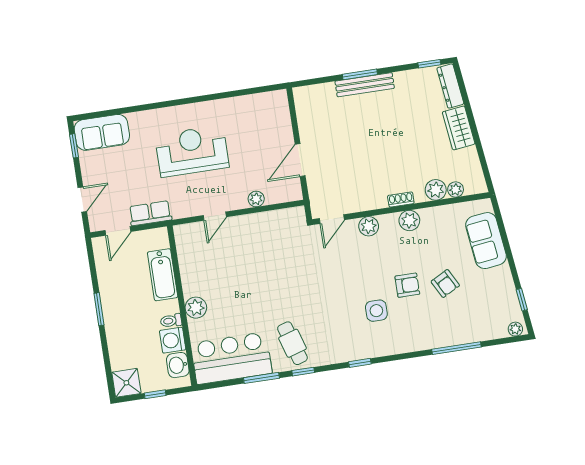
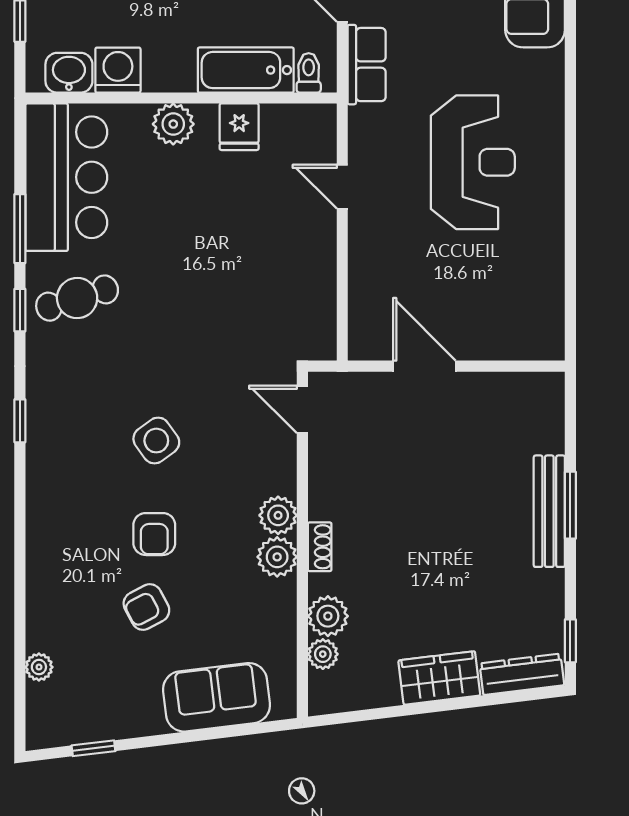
plant: (256, 199) -> (363, 271), removed
plant: (369, 226) -> (278, 515), moved
fridge: (192, 274) -> (239, 127), added
side table: (376, 311) -> (156, 441), moved, turned -36
toilet: (171, 321) -> (309, 73), moved
plant: (515, 329) -> (39, 667), moved
window: (456, 348) -> (20, 609), removed

